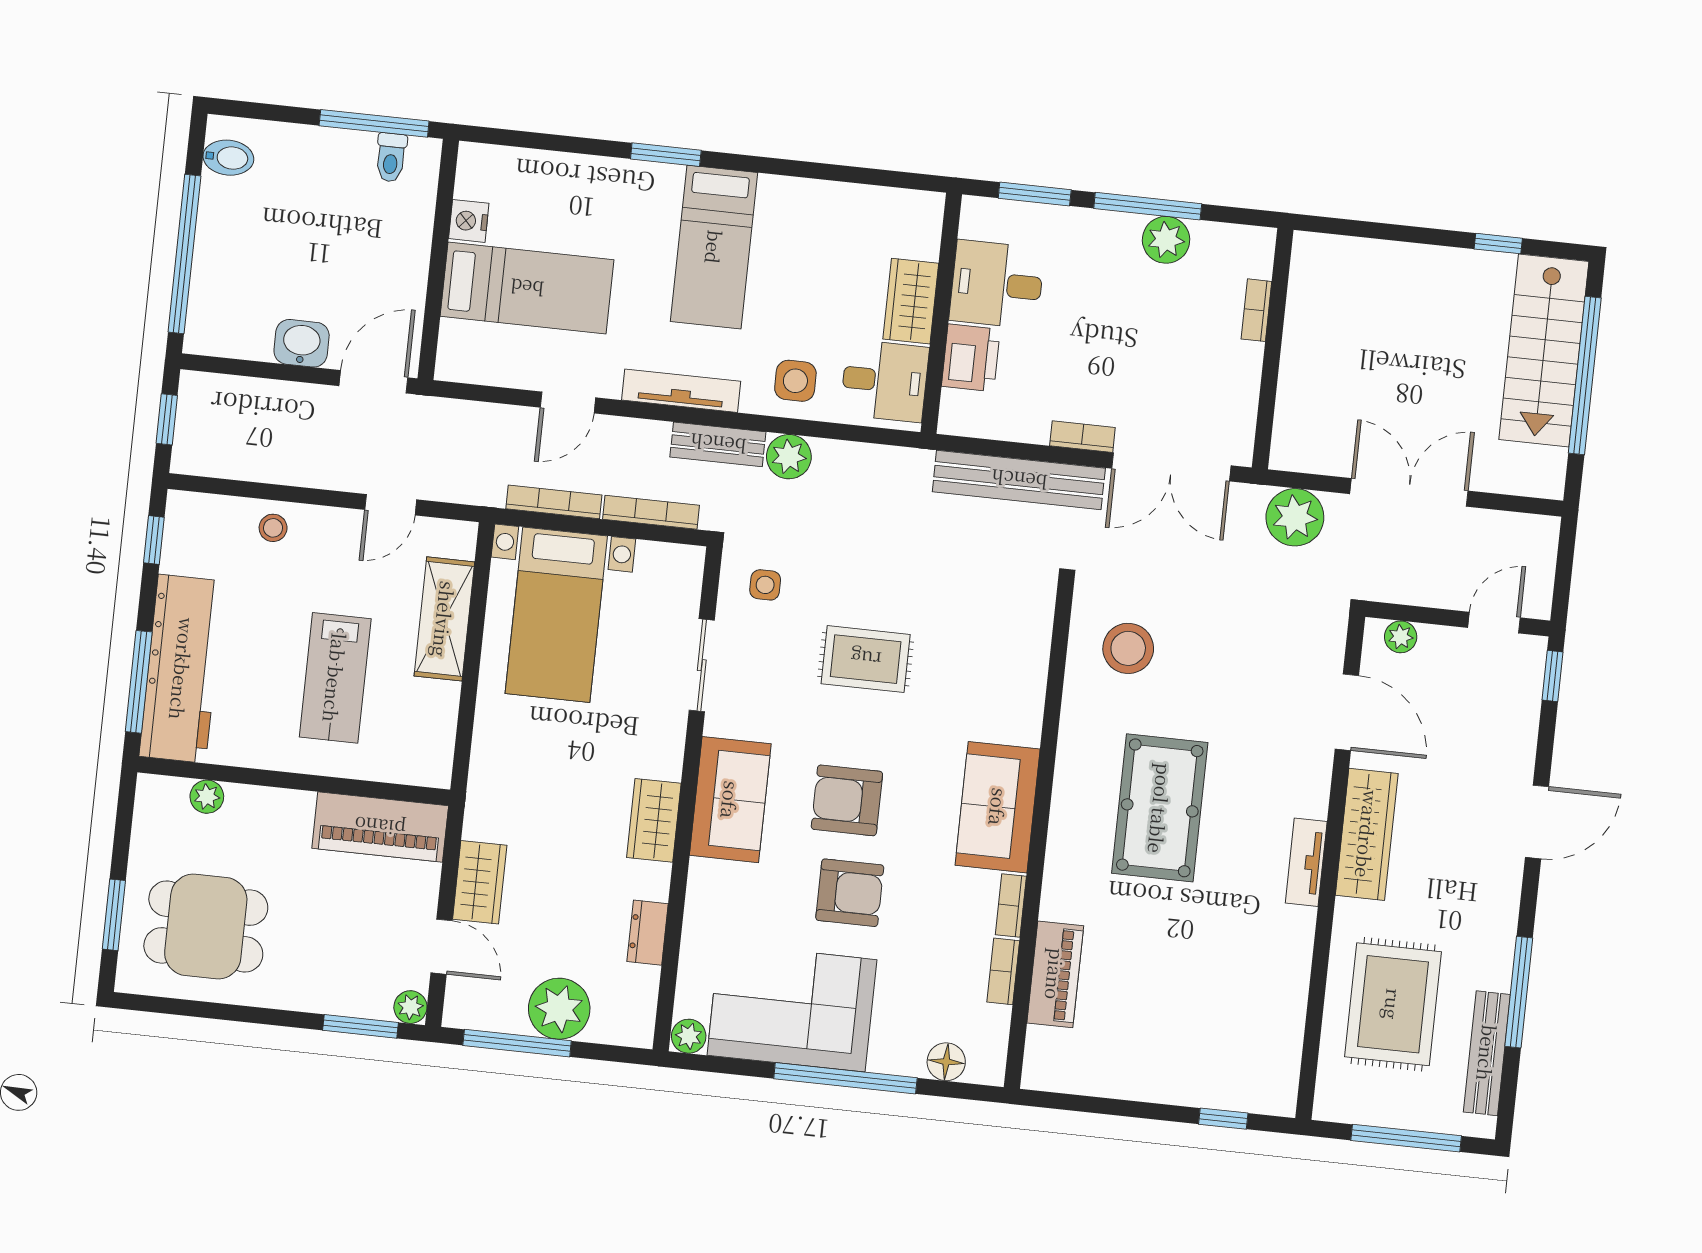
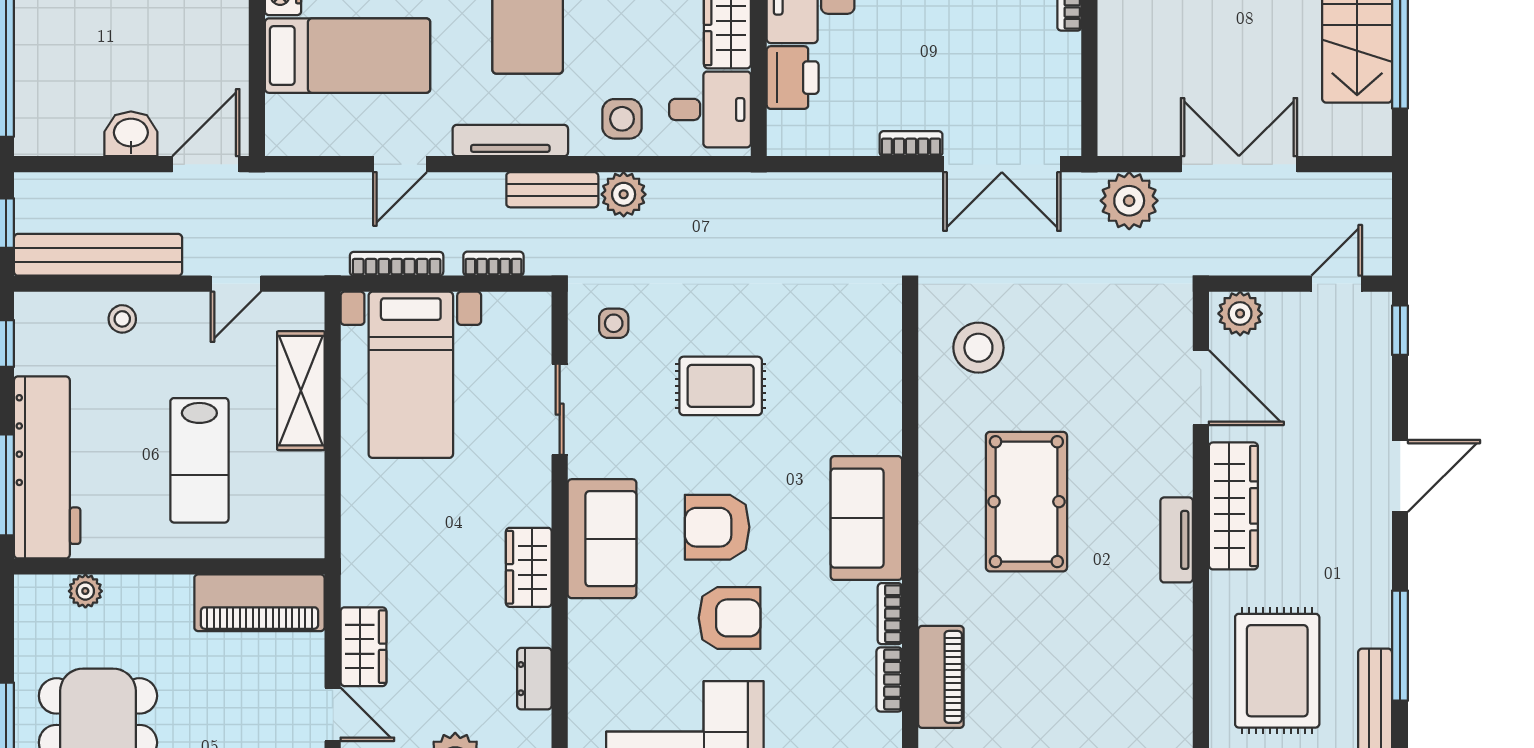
bench: (1019, 480) -> (98, 255), moved
bookcase: (651, 512) -> (493, 264), width x0.64
plant: (1401, 637) -> (1240, 314), width x1.38, depth x1.38

